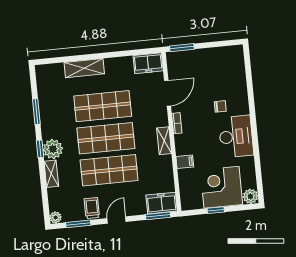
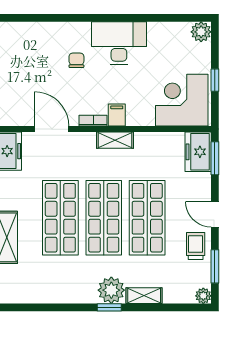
window: (36, 112) -> (59, 307), removed
filing cabinet: (185, 162) -> (117, 115), moved
corner desk: (221, 187) -> (182, 100), moved, turned 90
trolley: (92, 208) -> (196, 246), turned 90

